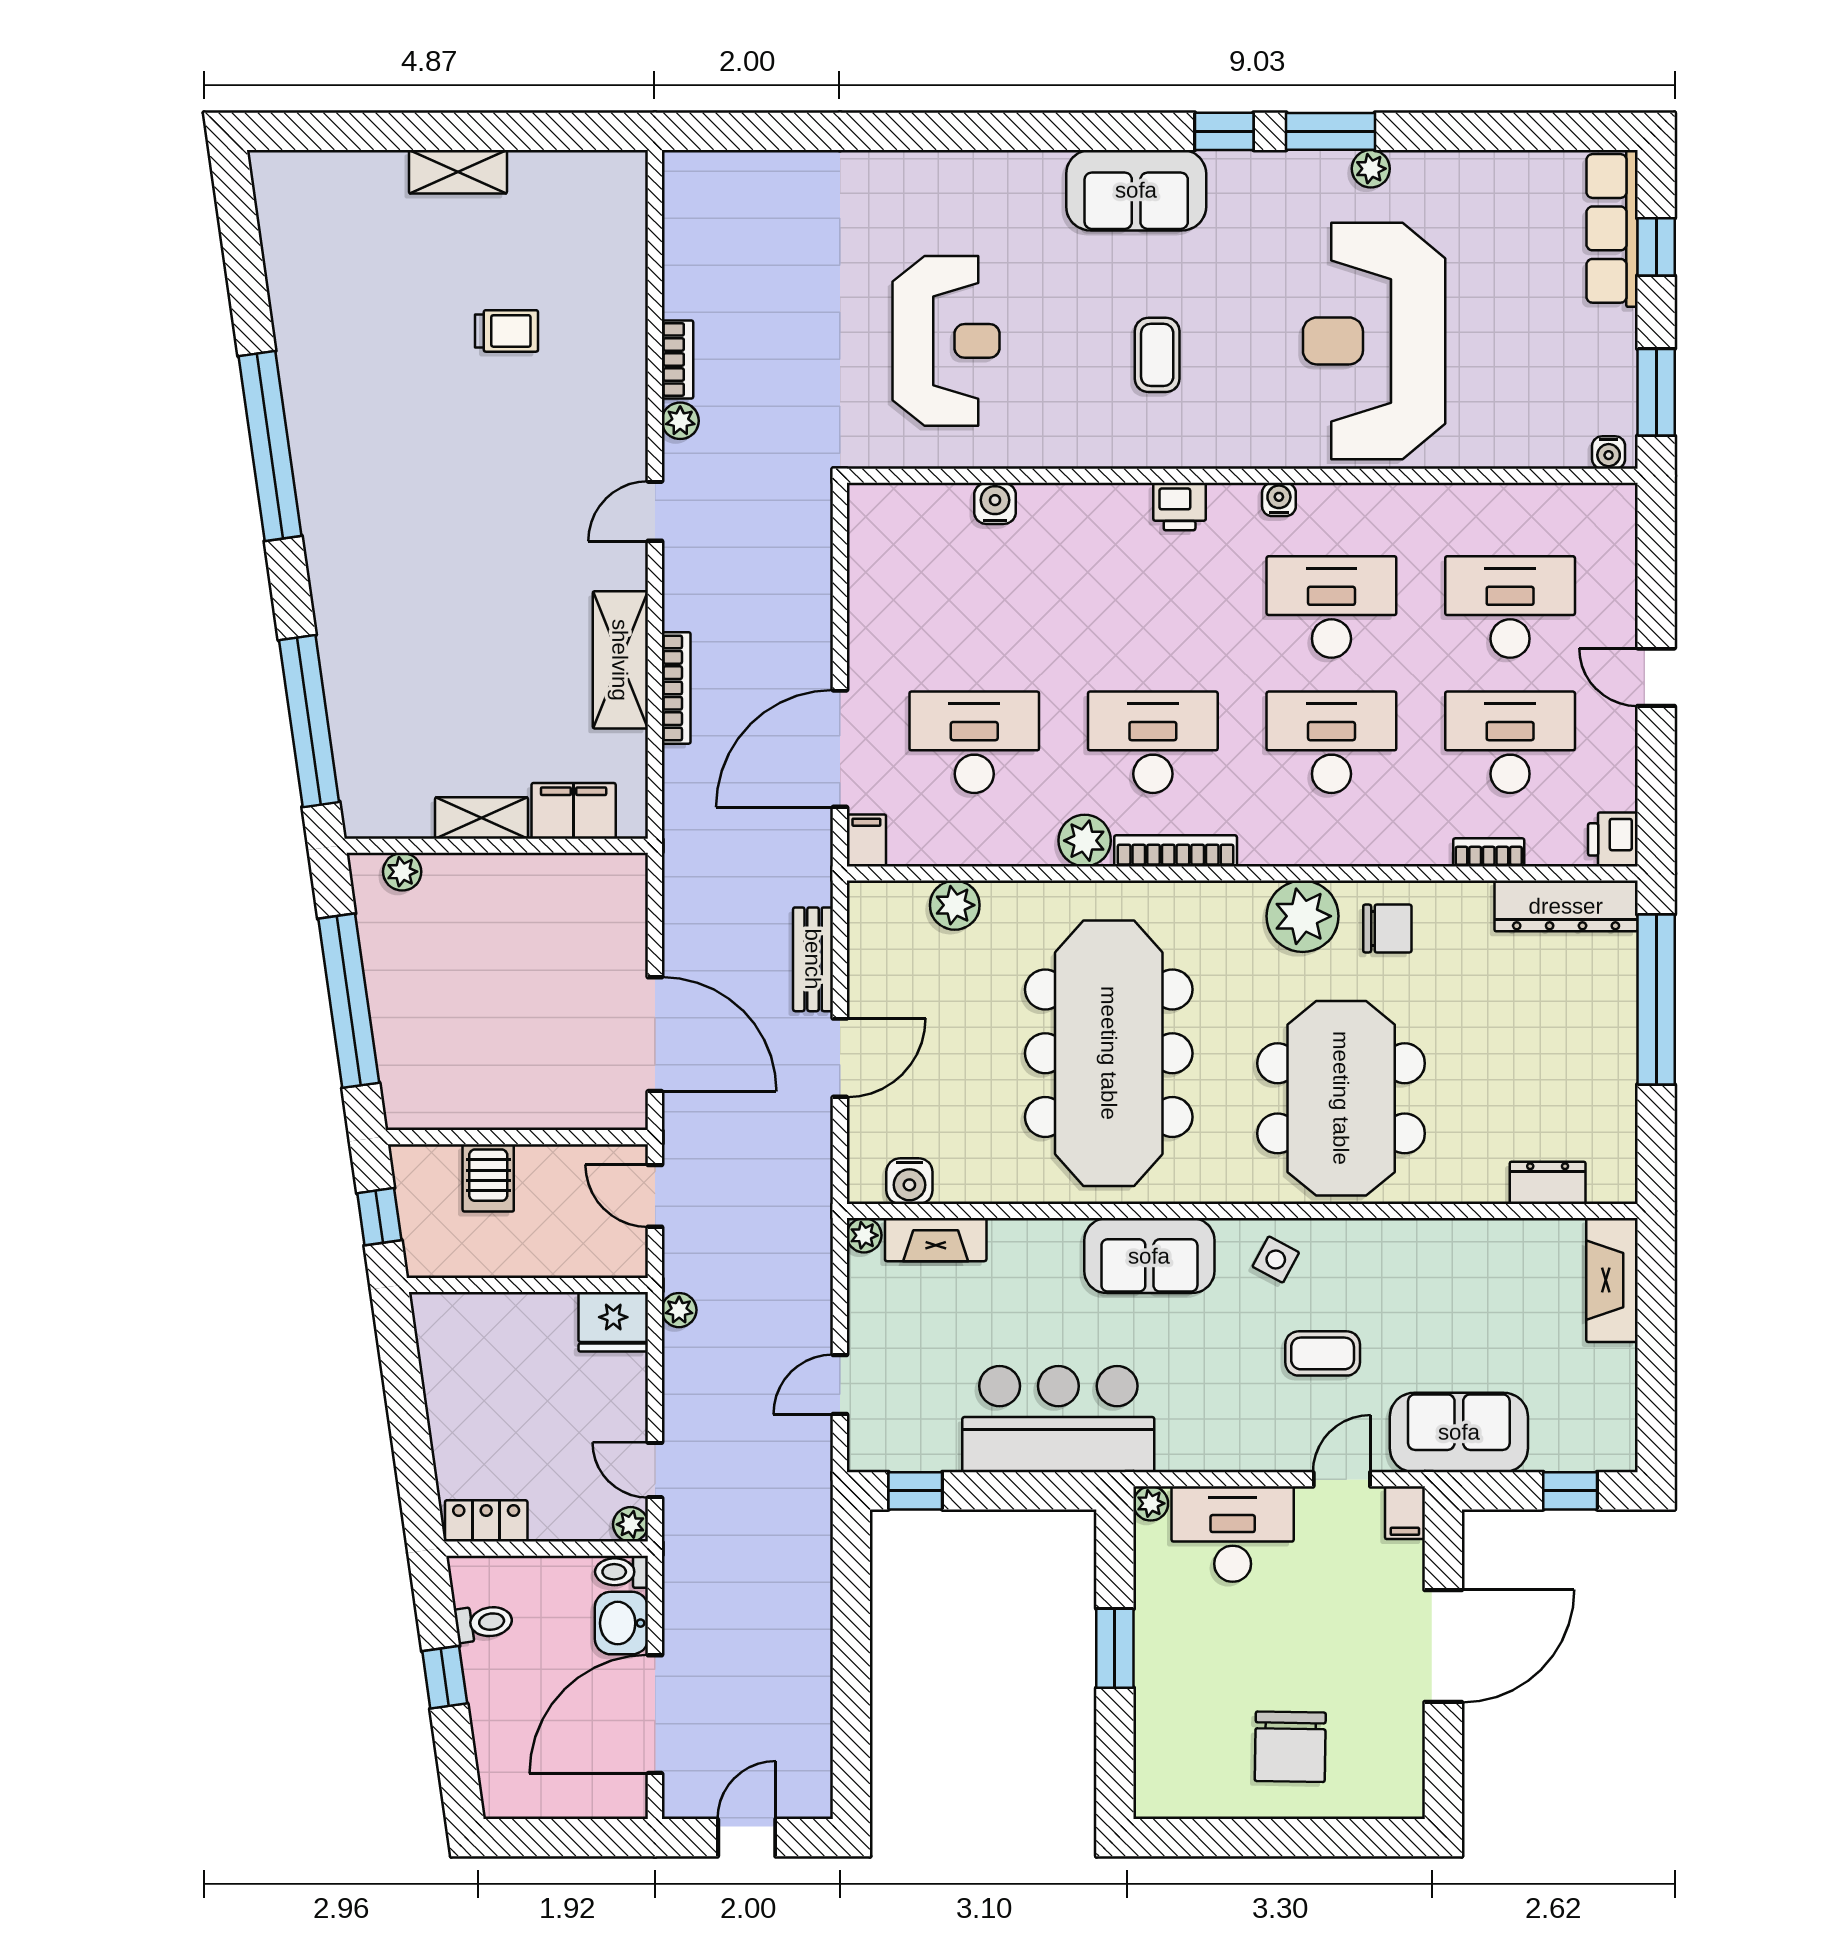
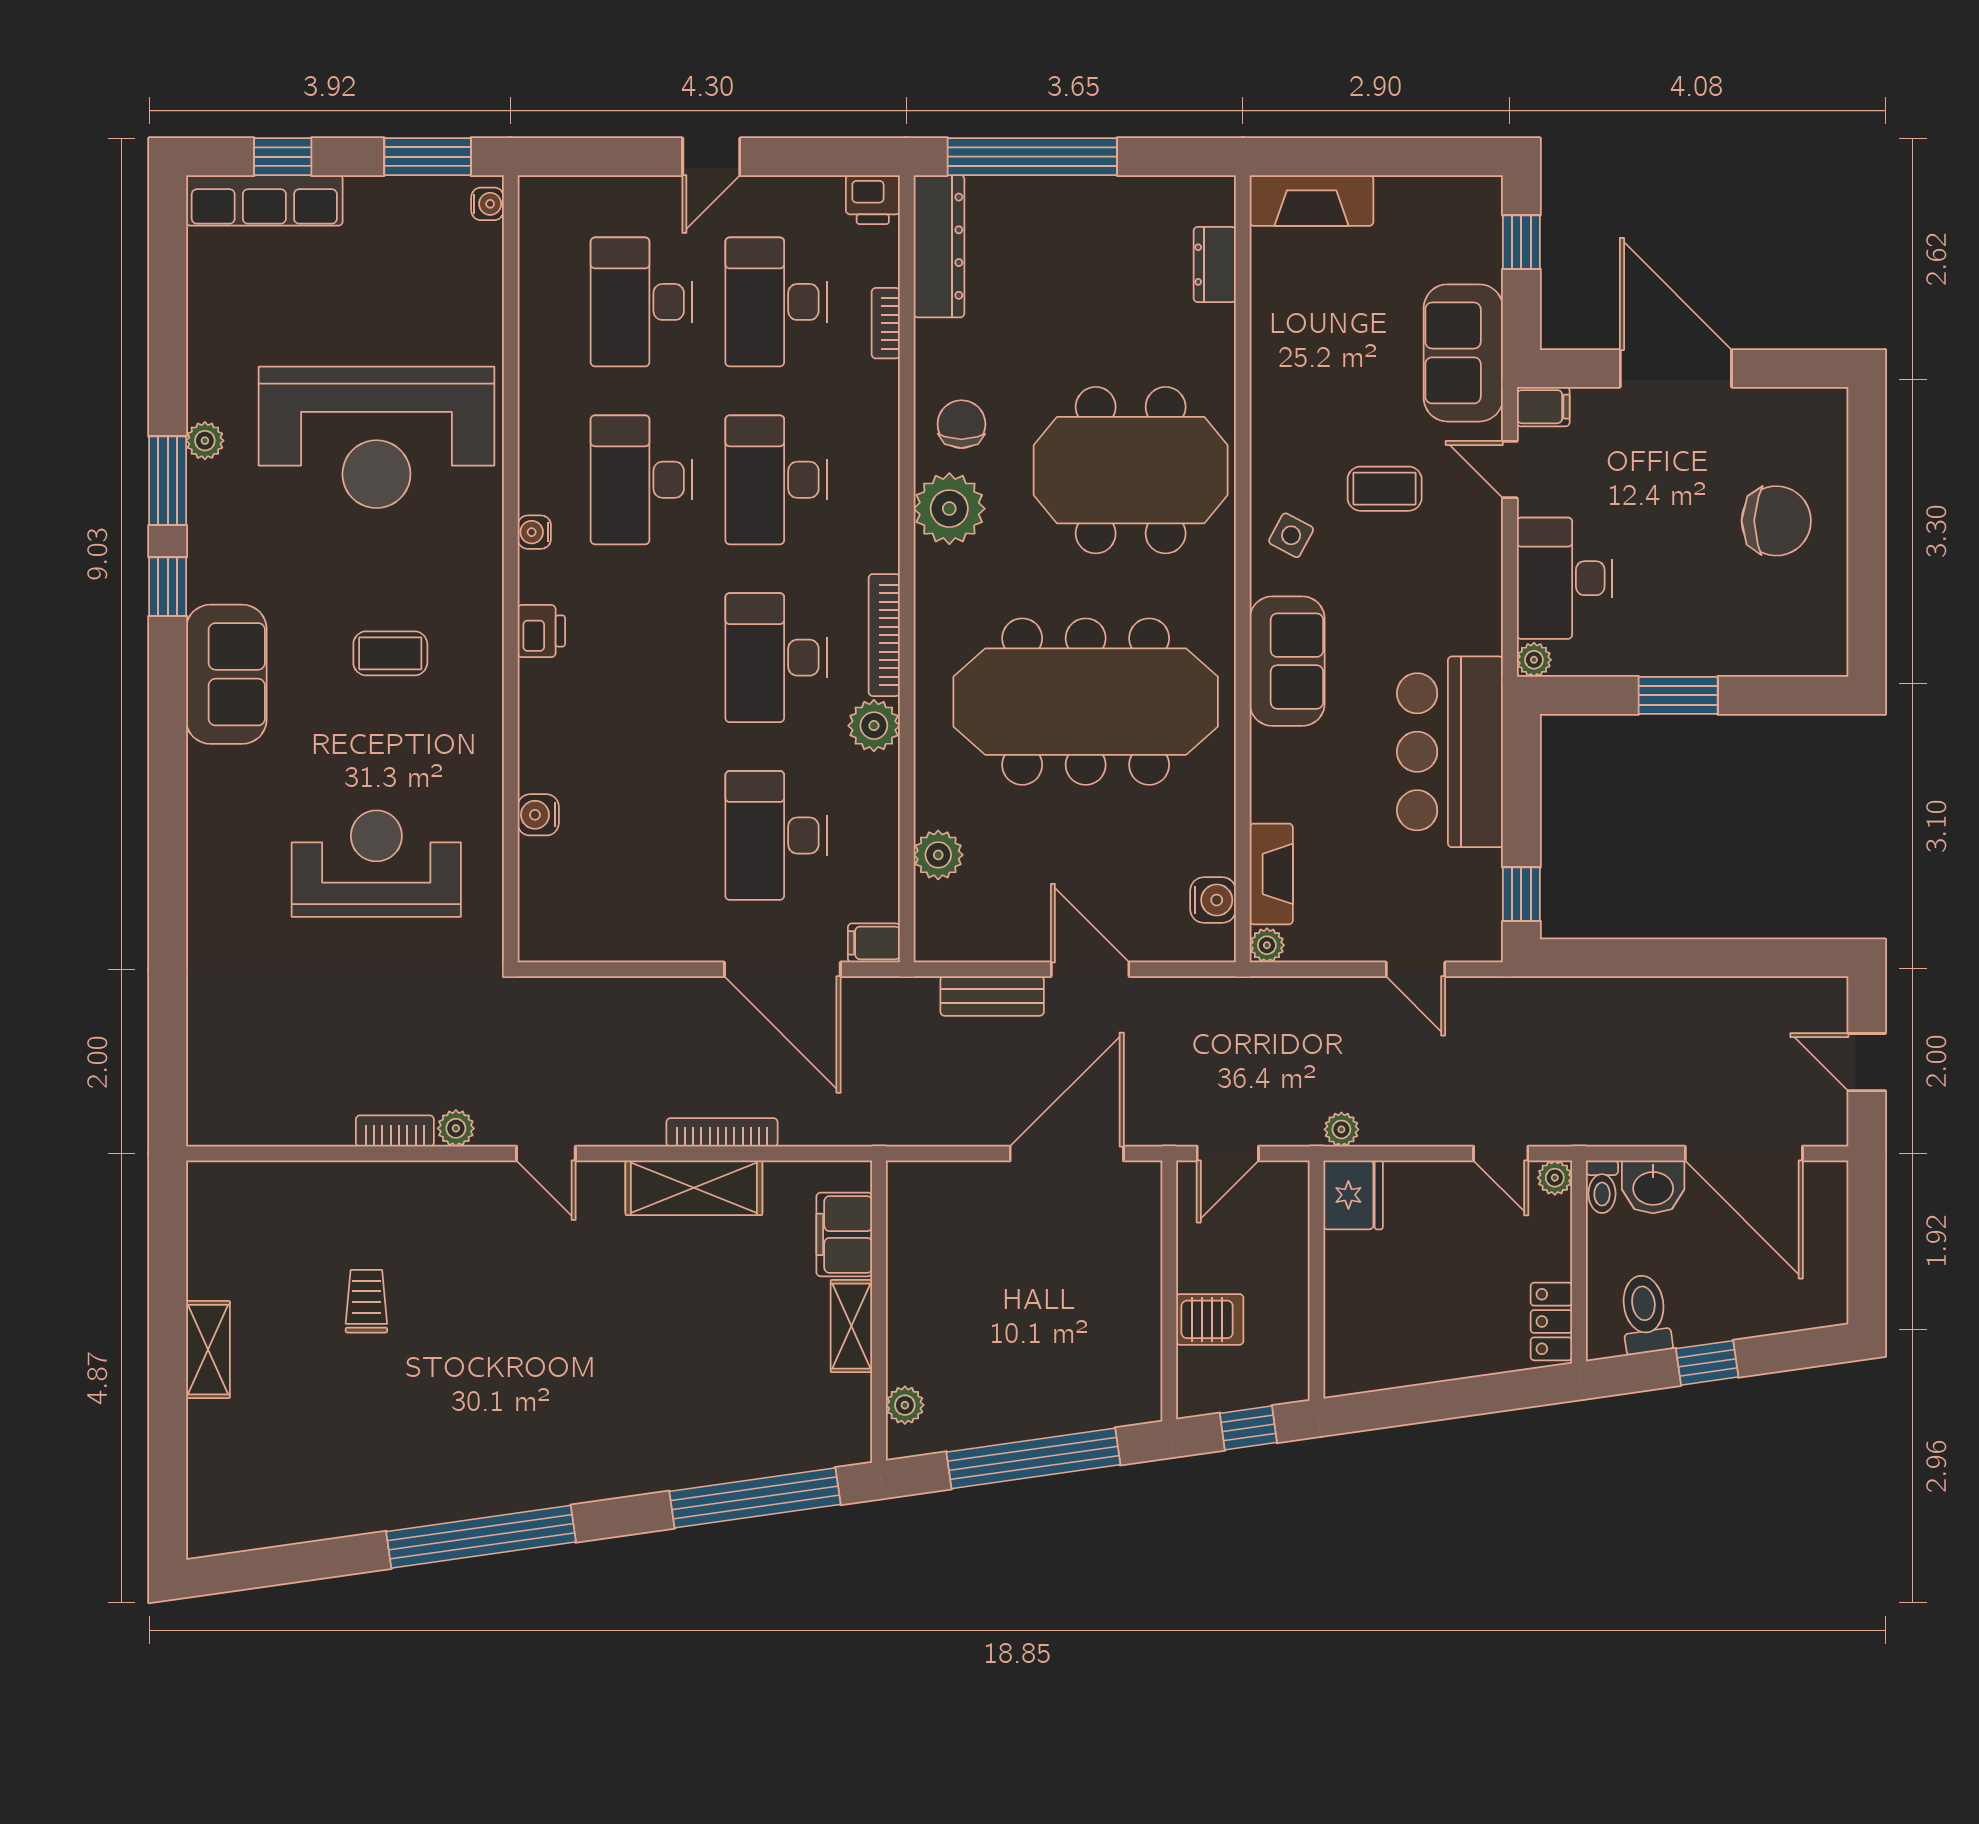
coffee table: (1323, 1353) -> (1385, 489), turned 90
door: (655, 1470) -> (1501, 1154), hinge flipped
toilet: (484, 1623) -> (1645, 1314), width x1.37, depth x1.39

